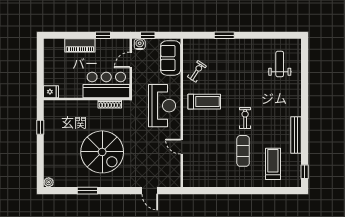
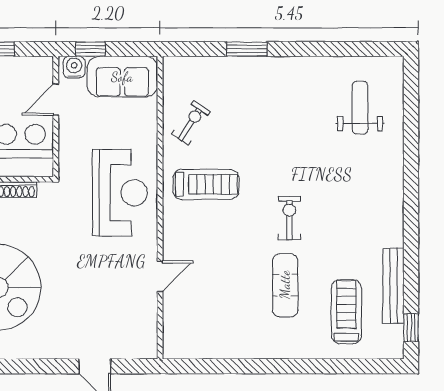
sofa: (171, 58) -> (122, 77), moved, turned -90
bench: (296, 135) -> (393, 286), moved
door: (182, 147) -> (160, 276), swing flipped

